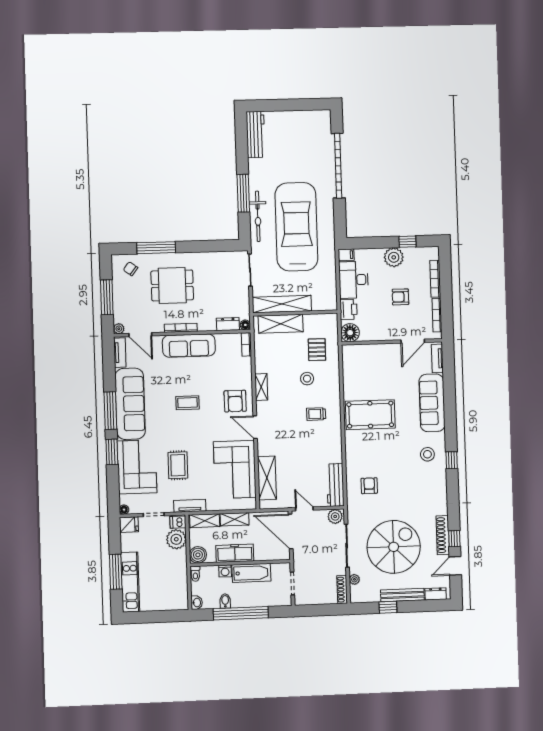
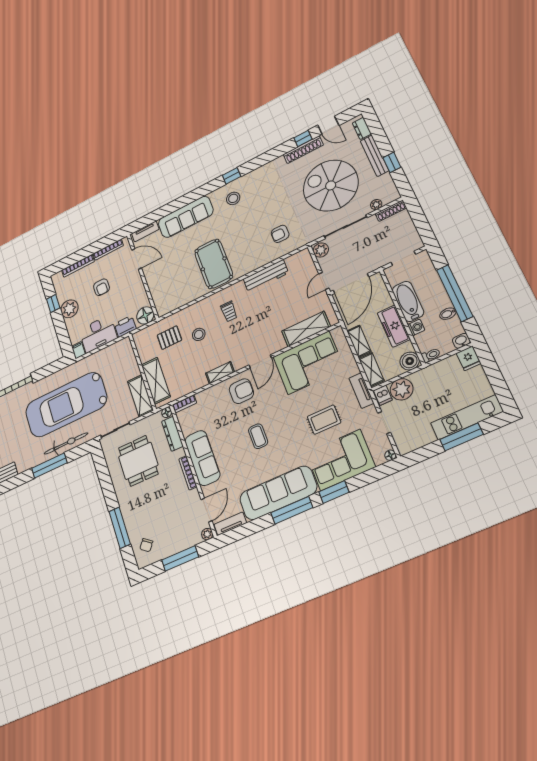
dining table: (172, 285) -> (138, 461), moved
shelving: (282, 304) -> (140, 396), width x0.68
dresser: (228, 324) -> (172, 434), width x1.44
workbench: (335, 485) -> (266, 276), moved
fridge: (129, 525) -> (469, 358), moved, turned 180

